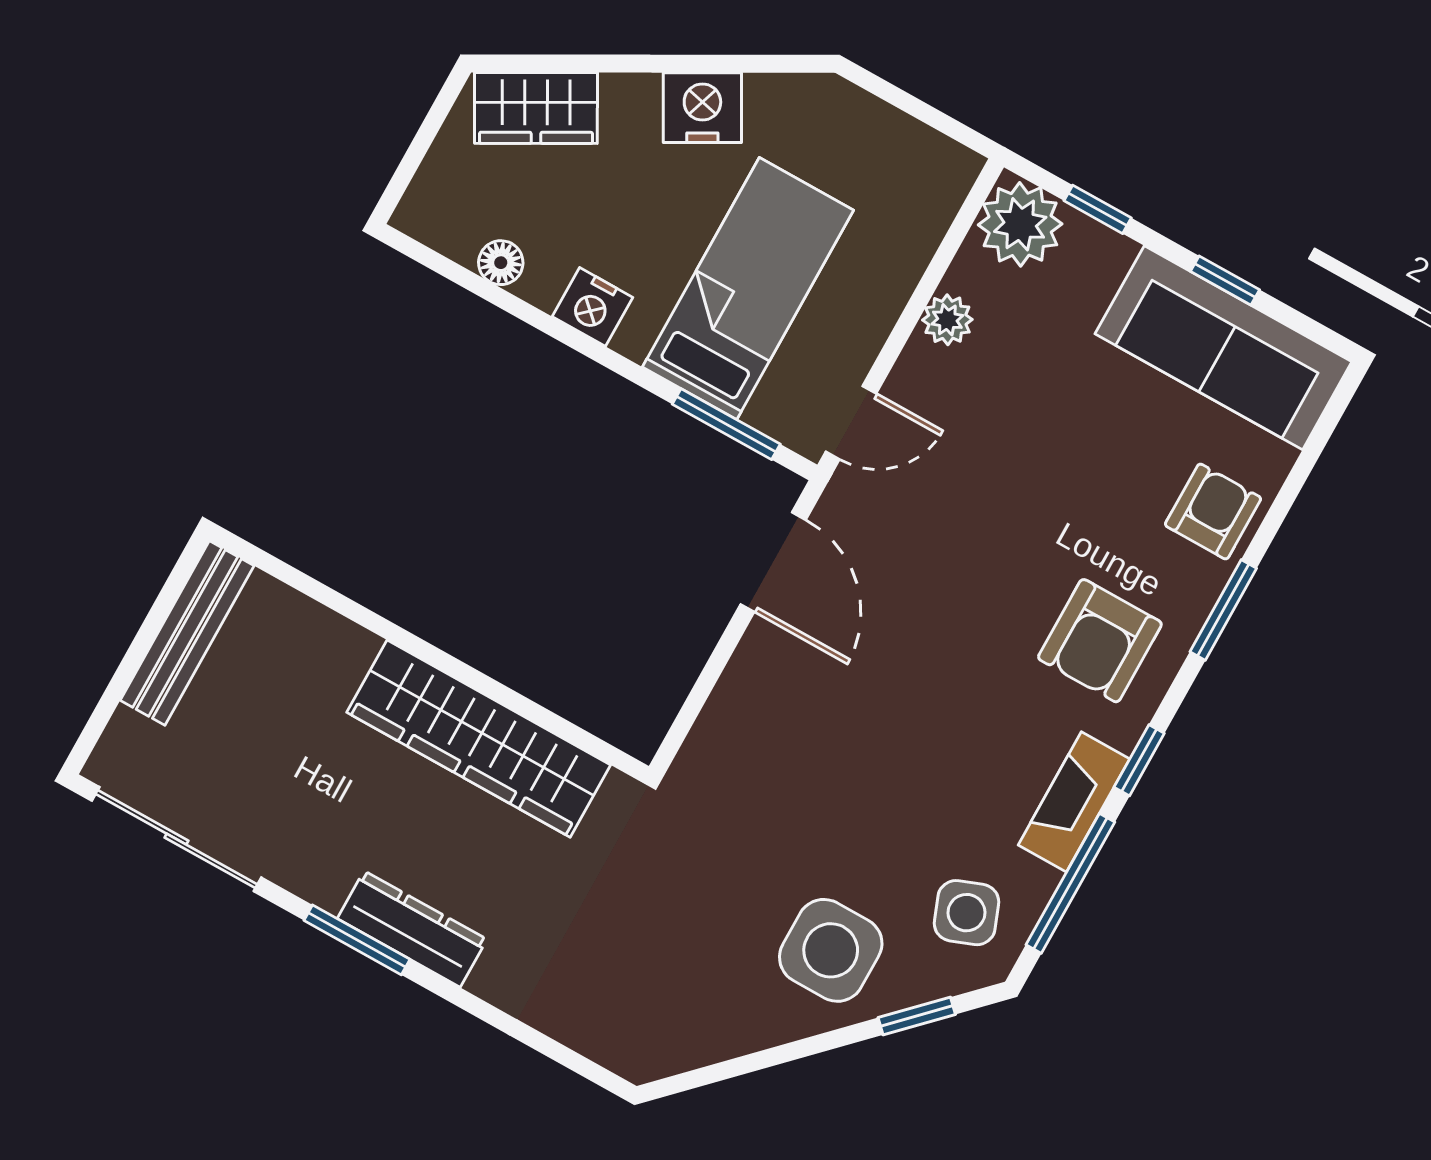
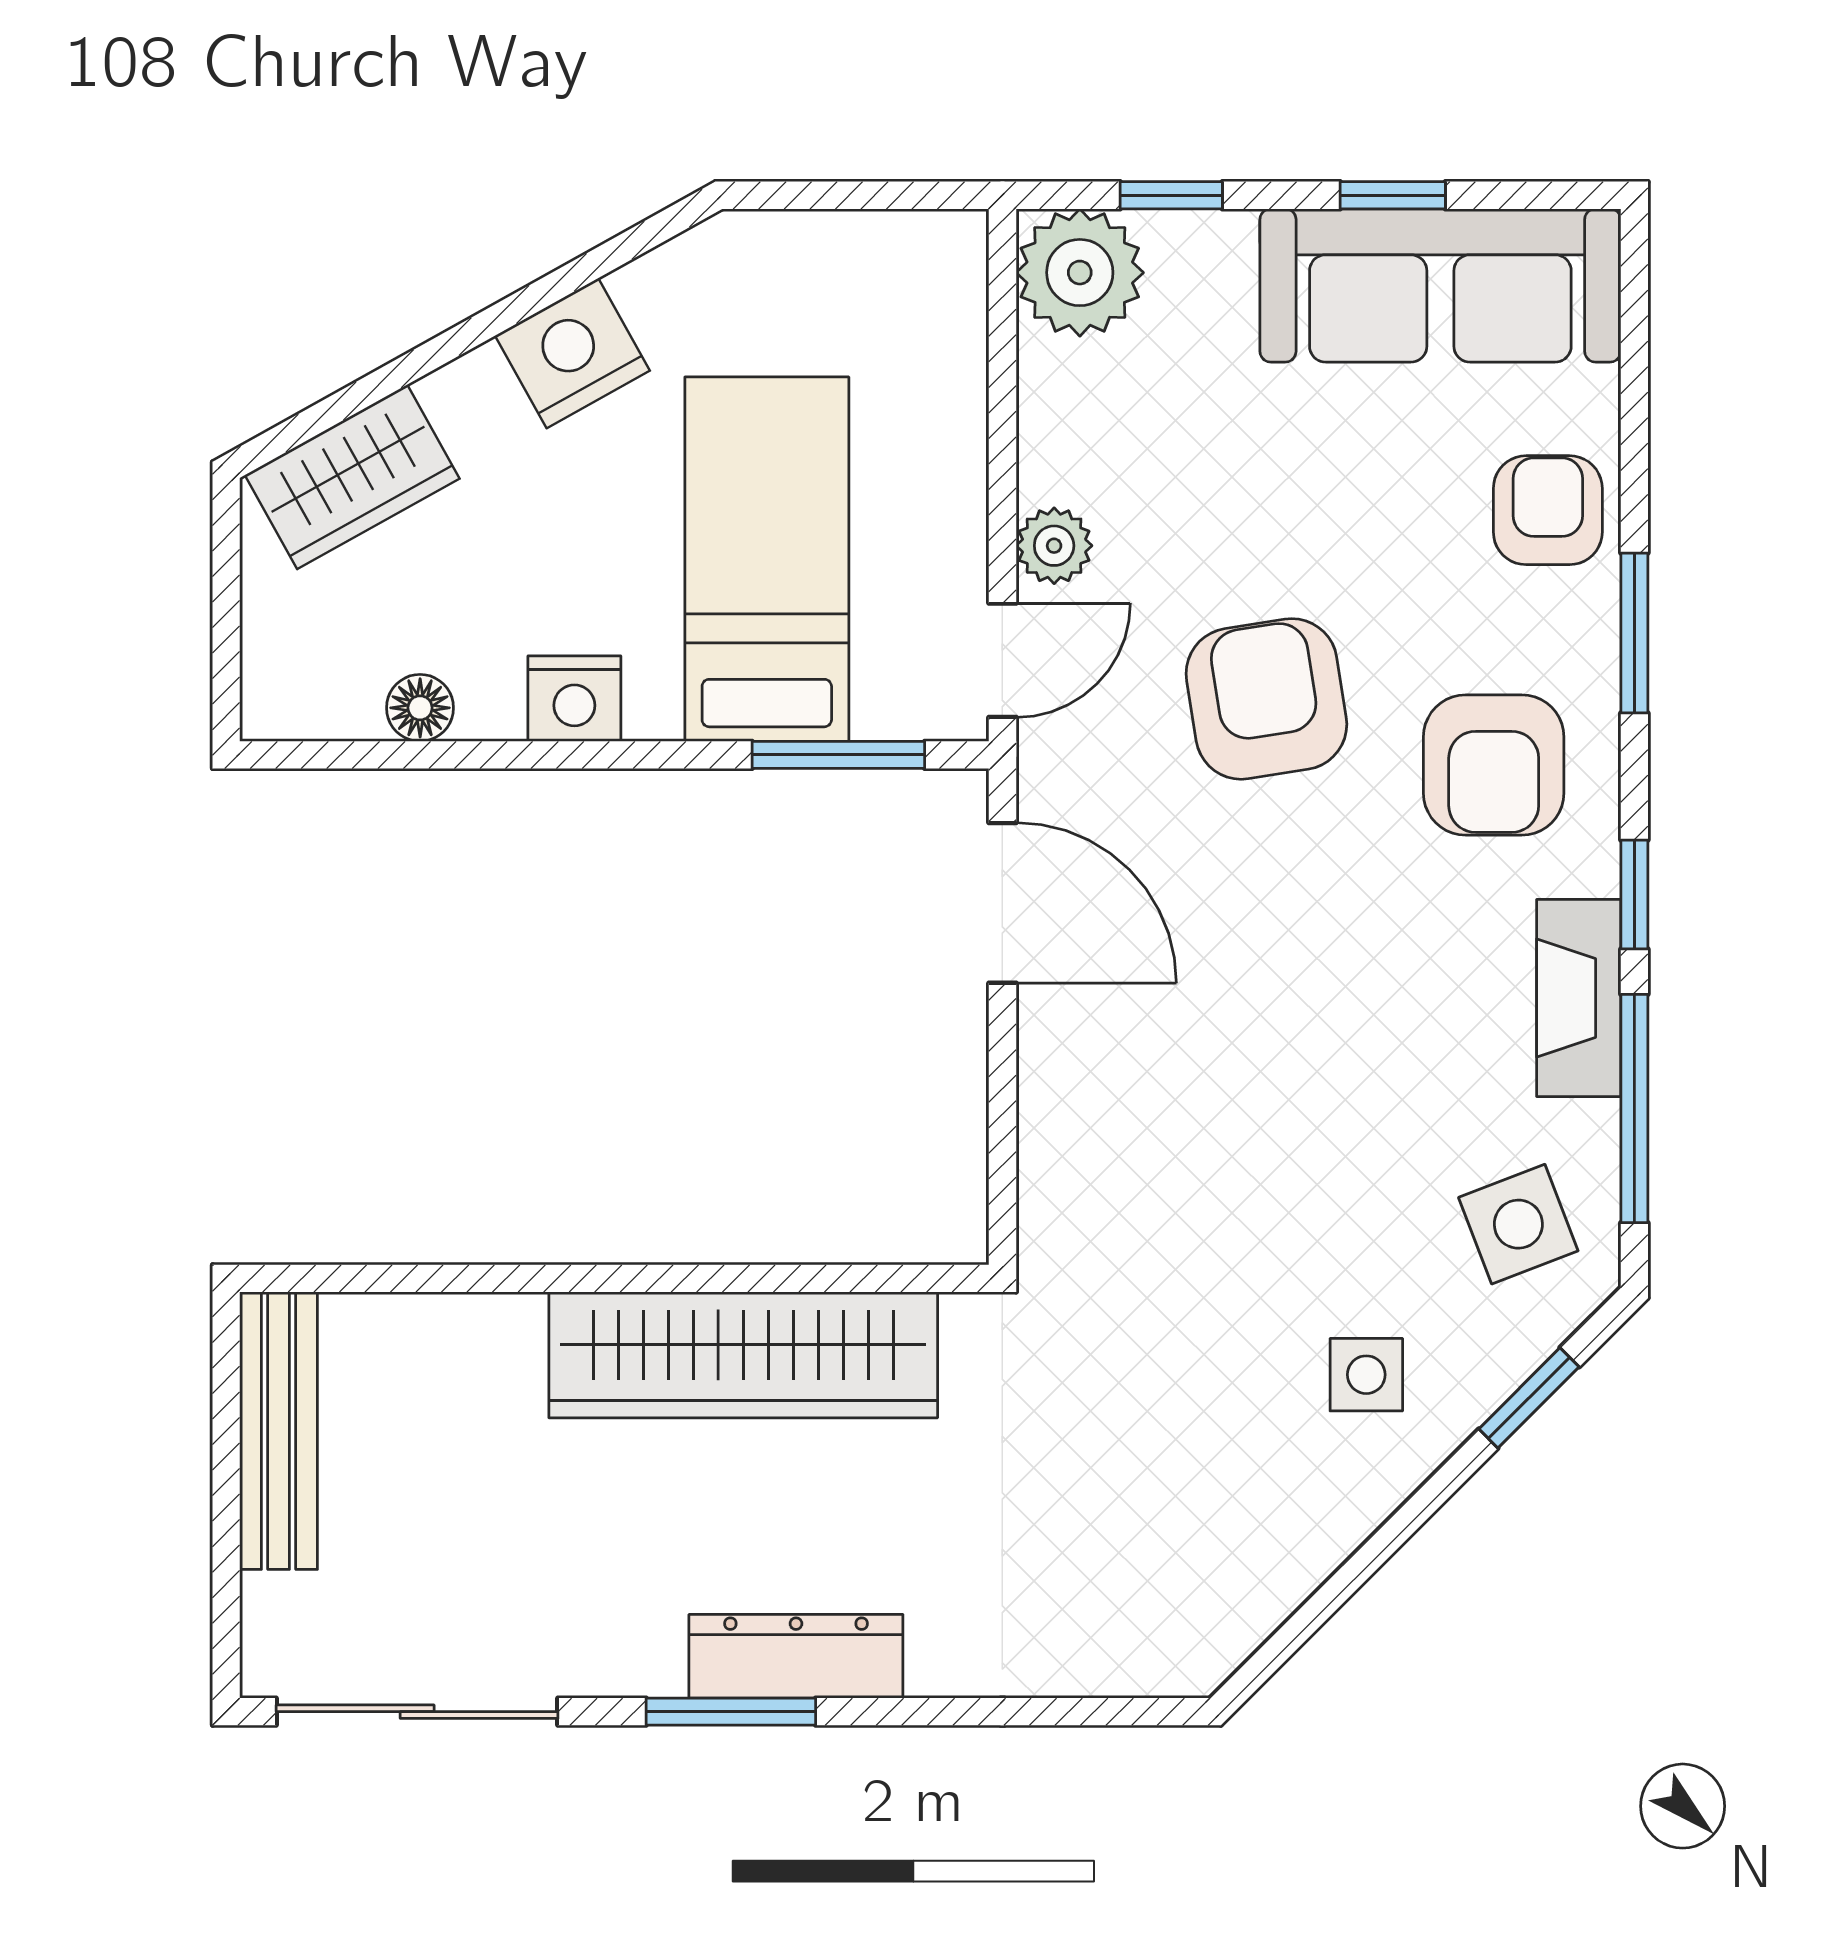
plant: (947, 320) -> (1054, 546), moved
armchair: (990, 530) -> (1266, 699), added
side table: (831, 950) -> (1366, 1375), width x0.54, depth x0.54

